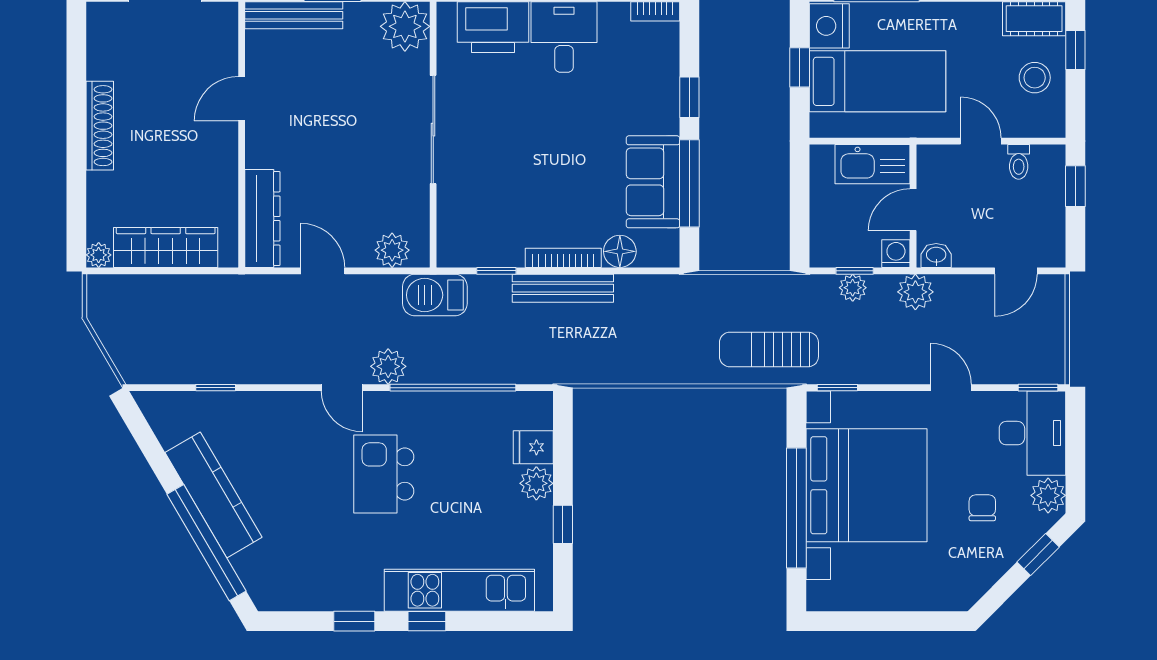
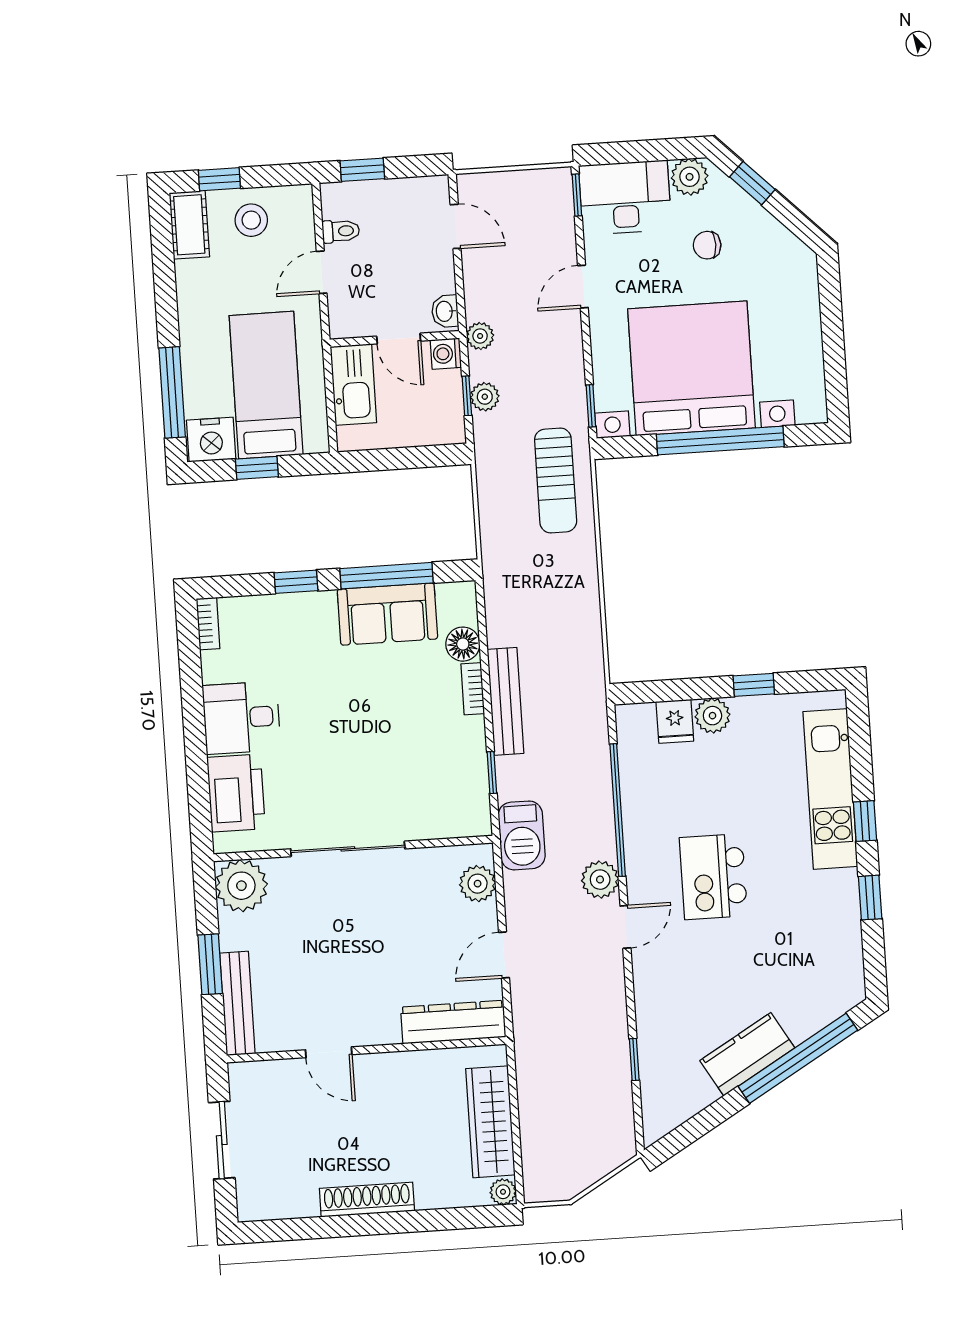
bookcase: (563, 258) -> (473, 689), width x0.64
plant: (915, 292) -> (480, 336), width x0.73, depth x0.73
kitchen island: (384, 474) -> (713, 877), turned 90
kitchen counter: (214, 495) -> (747, 1054), width x0.67

